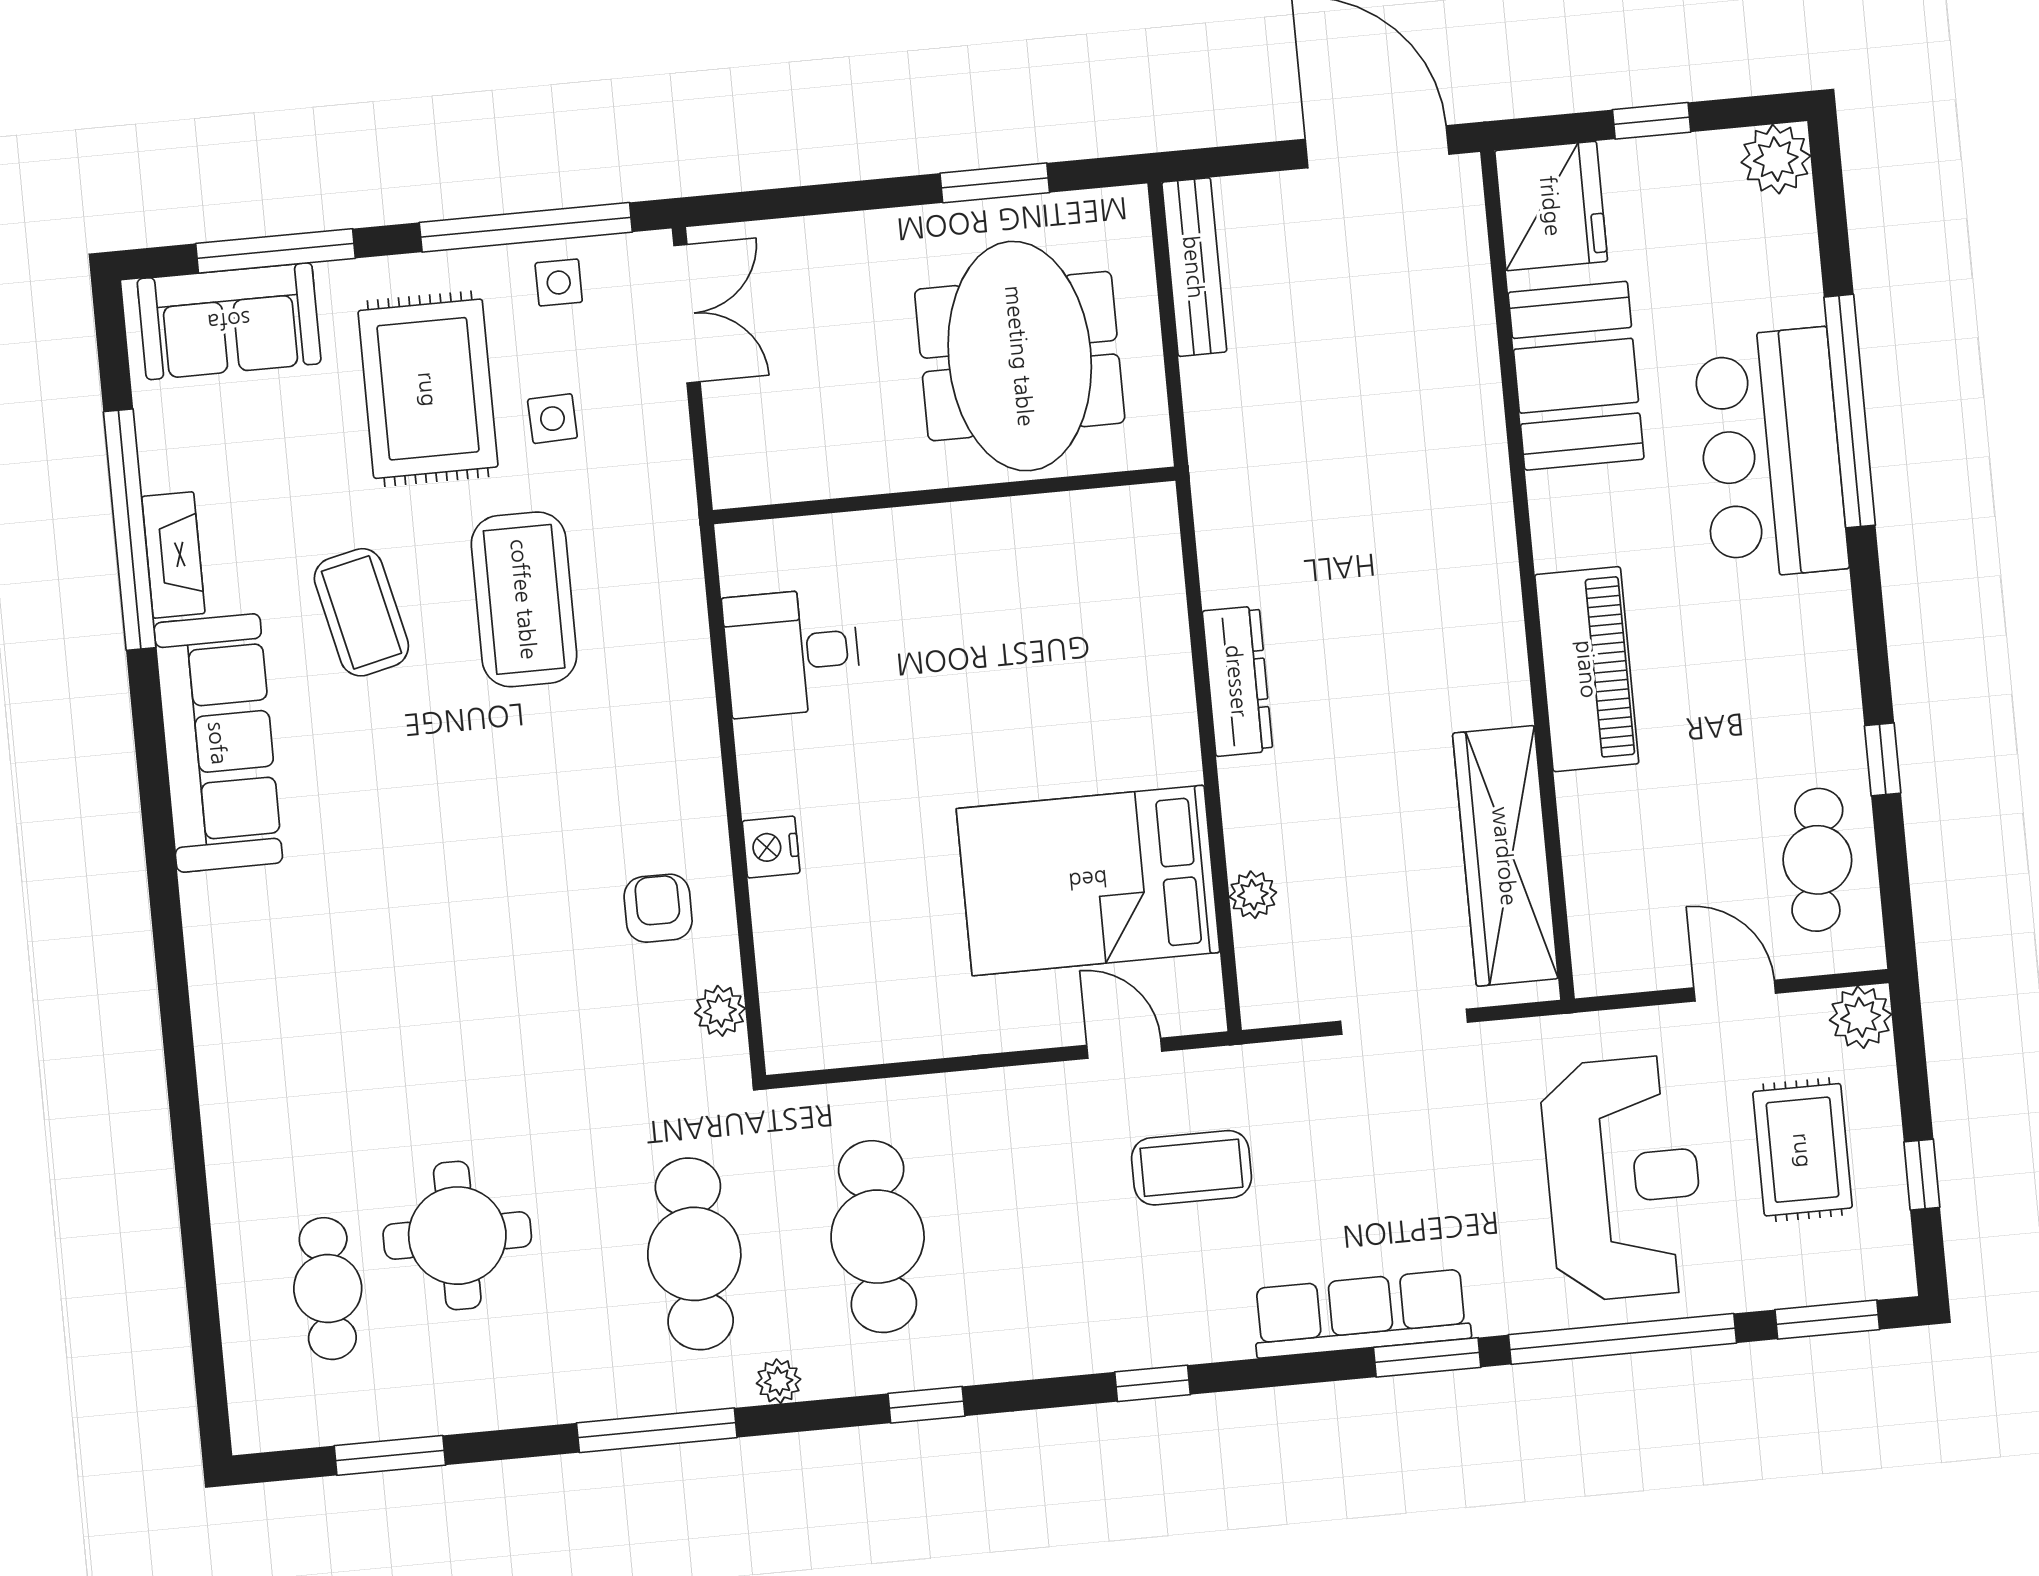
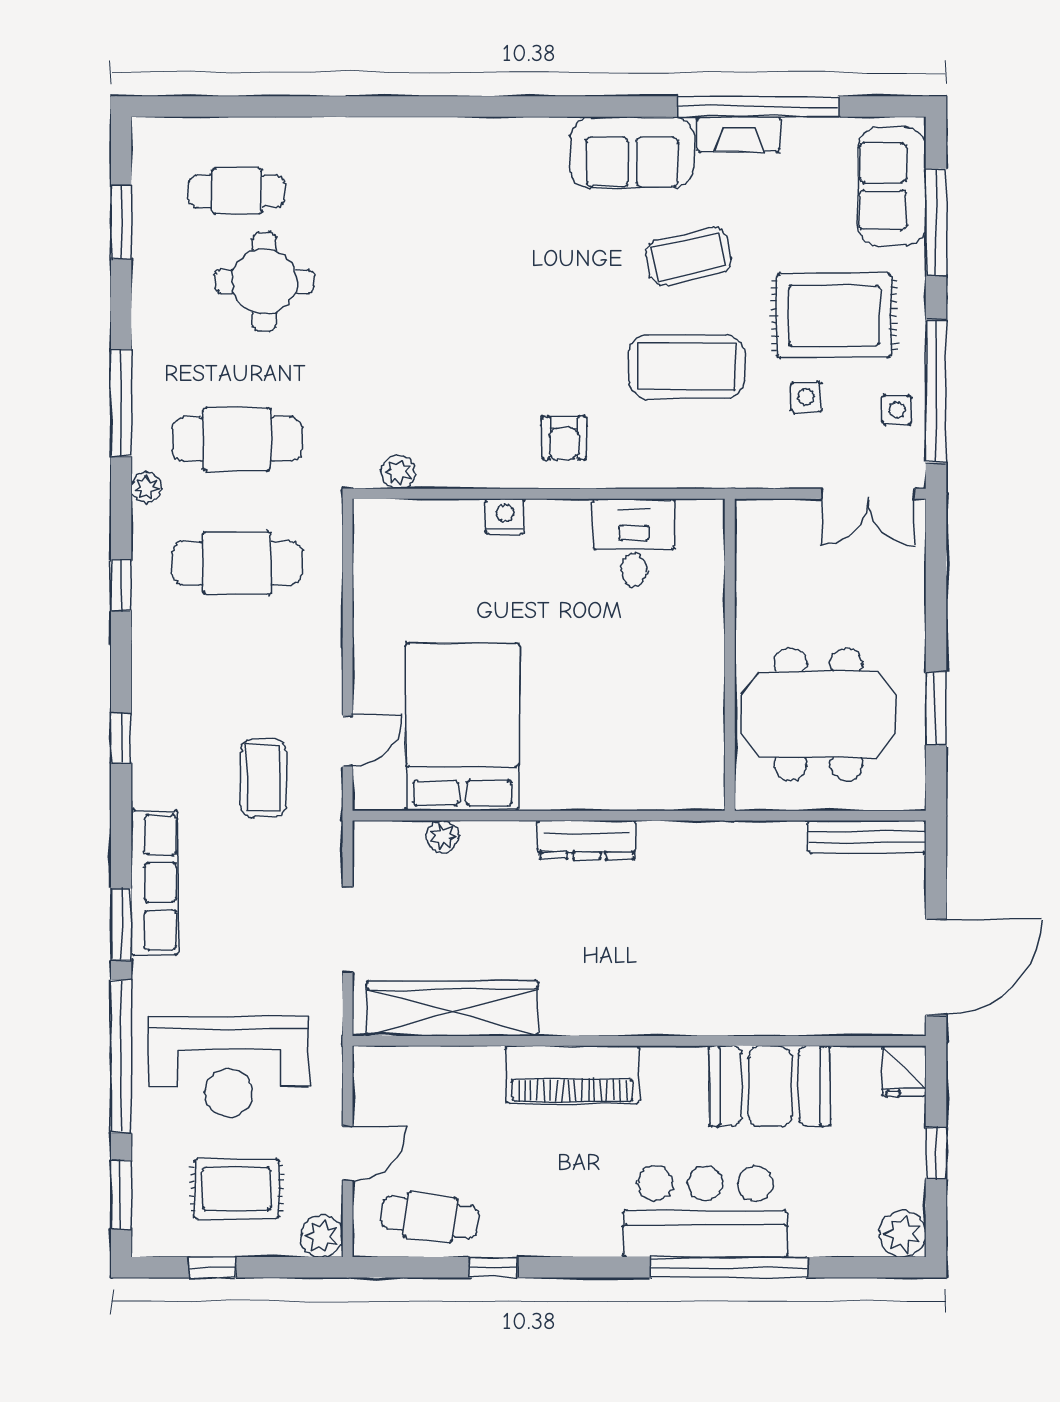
fridge: (1551, 206) -> (904, 1071), width x0.53, depth x0.75
sofa: (218, 743) -> (632, 152), width x0.73
armchair: (658, 908) -> (564, 438), moved, turned 90

